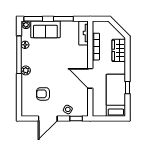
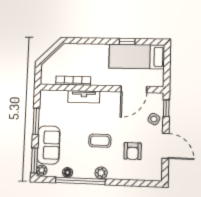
tv unit: (83, 33) -> (84, 97), moved
wardrobe: (119, 50) -> (79, 52), removed
coffee table: (50, 69) -> (100, 141), added
door: (90, 78) -> (134, 89), moved

